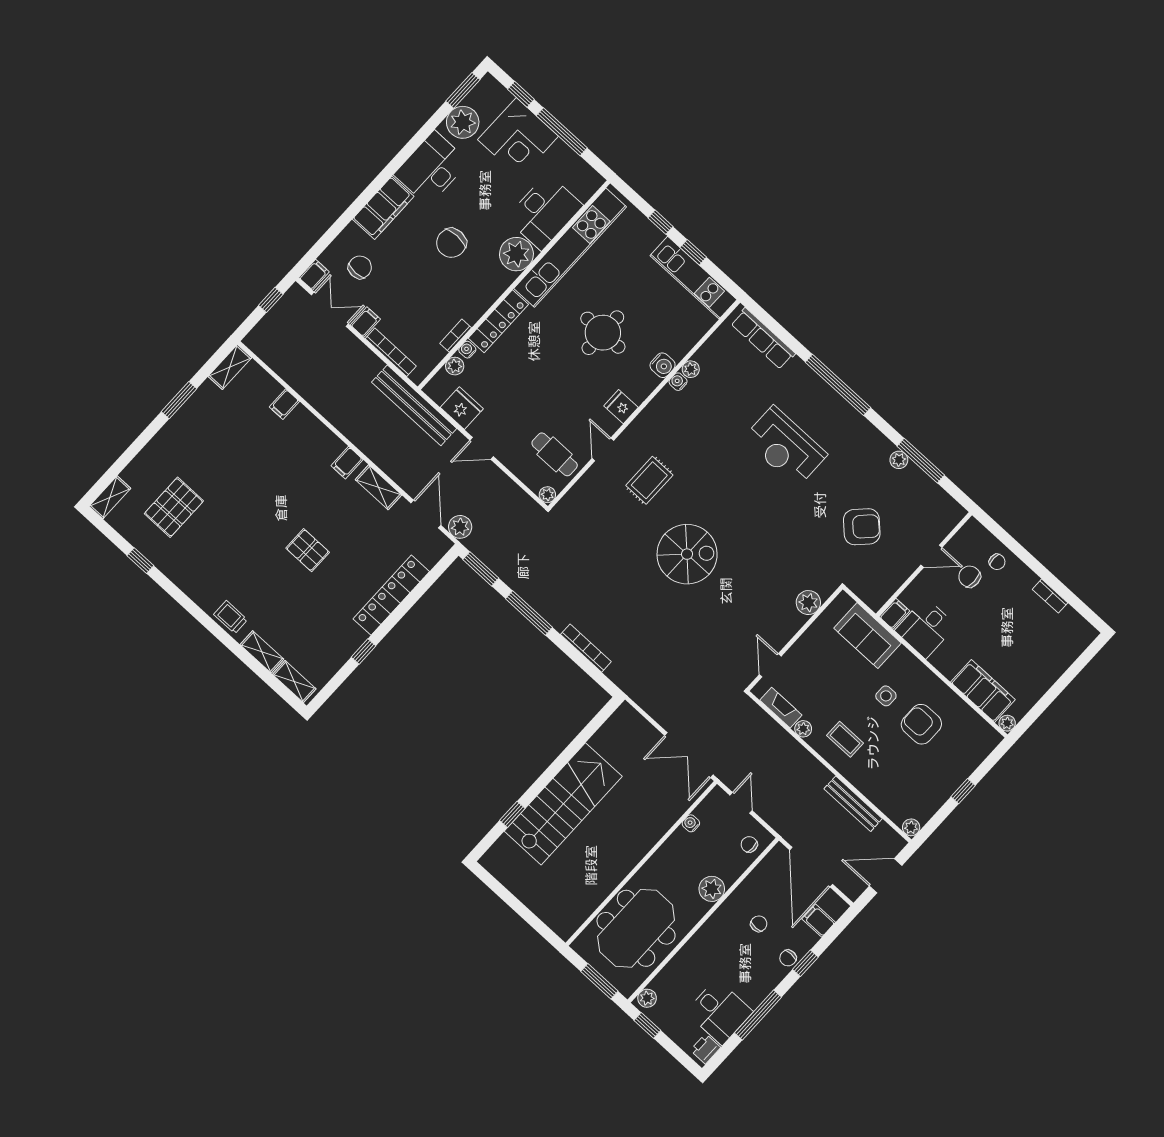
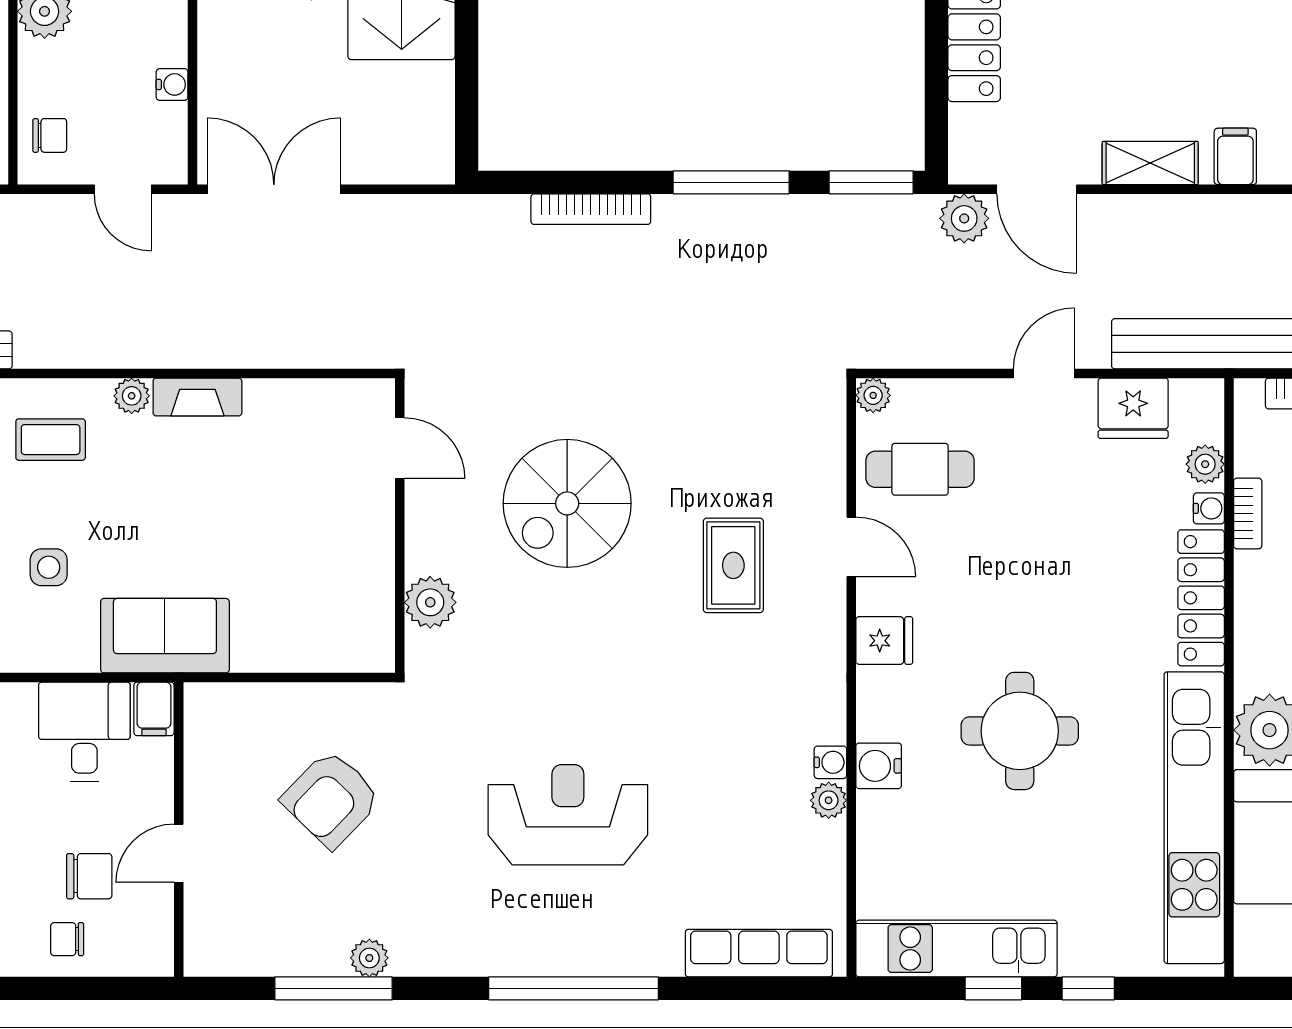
plant: (808, 603) -> (430, 602), moved
wall: (795, 639) -> (400, 525), moved
door: (770, 665) -> (400, 448), moved

